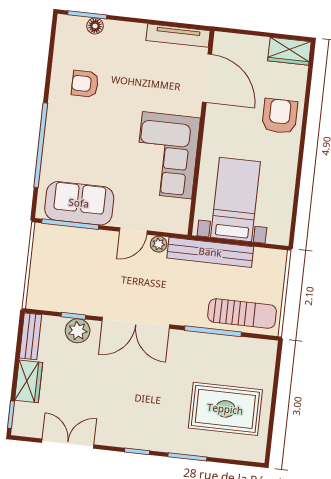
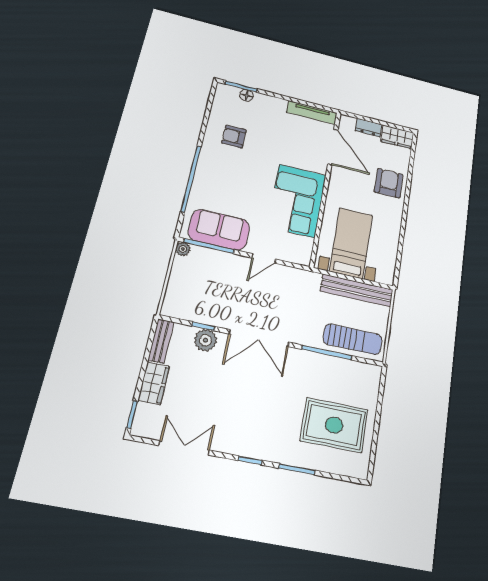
dresser: (252, 44) -> (369, 128), added
plant: (159, 244) -> (183, 249), moved
bench: (210, 252) -> (357, 290), moved

